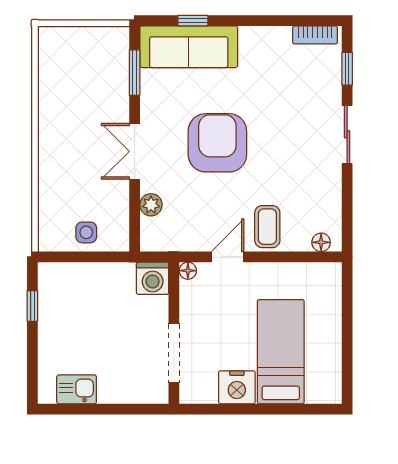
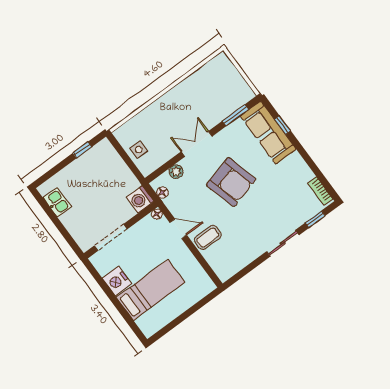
armchair: (217, 143) -> (231, 182), turned 75
floor lamp: (321, 242) -> (163, 192), moved

